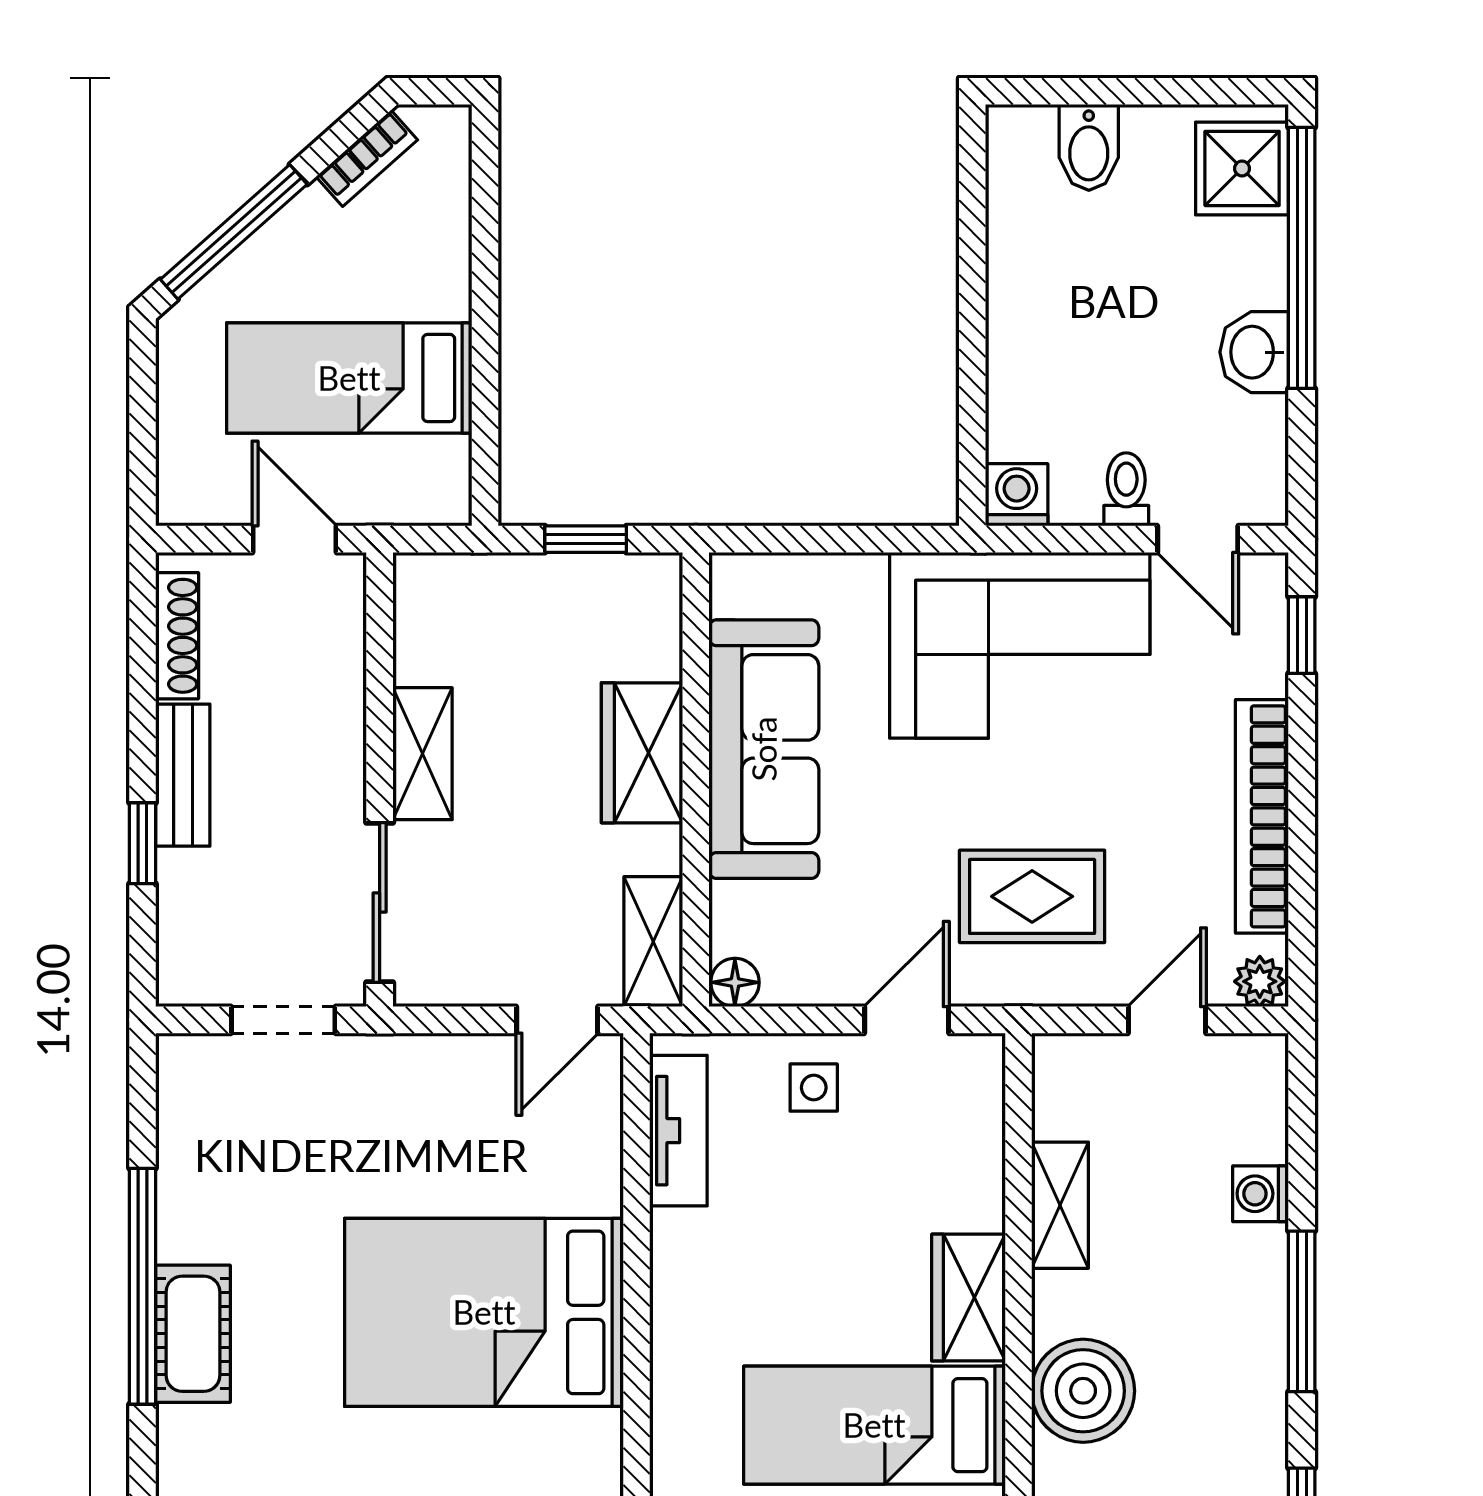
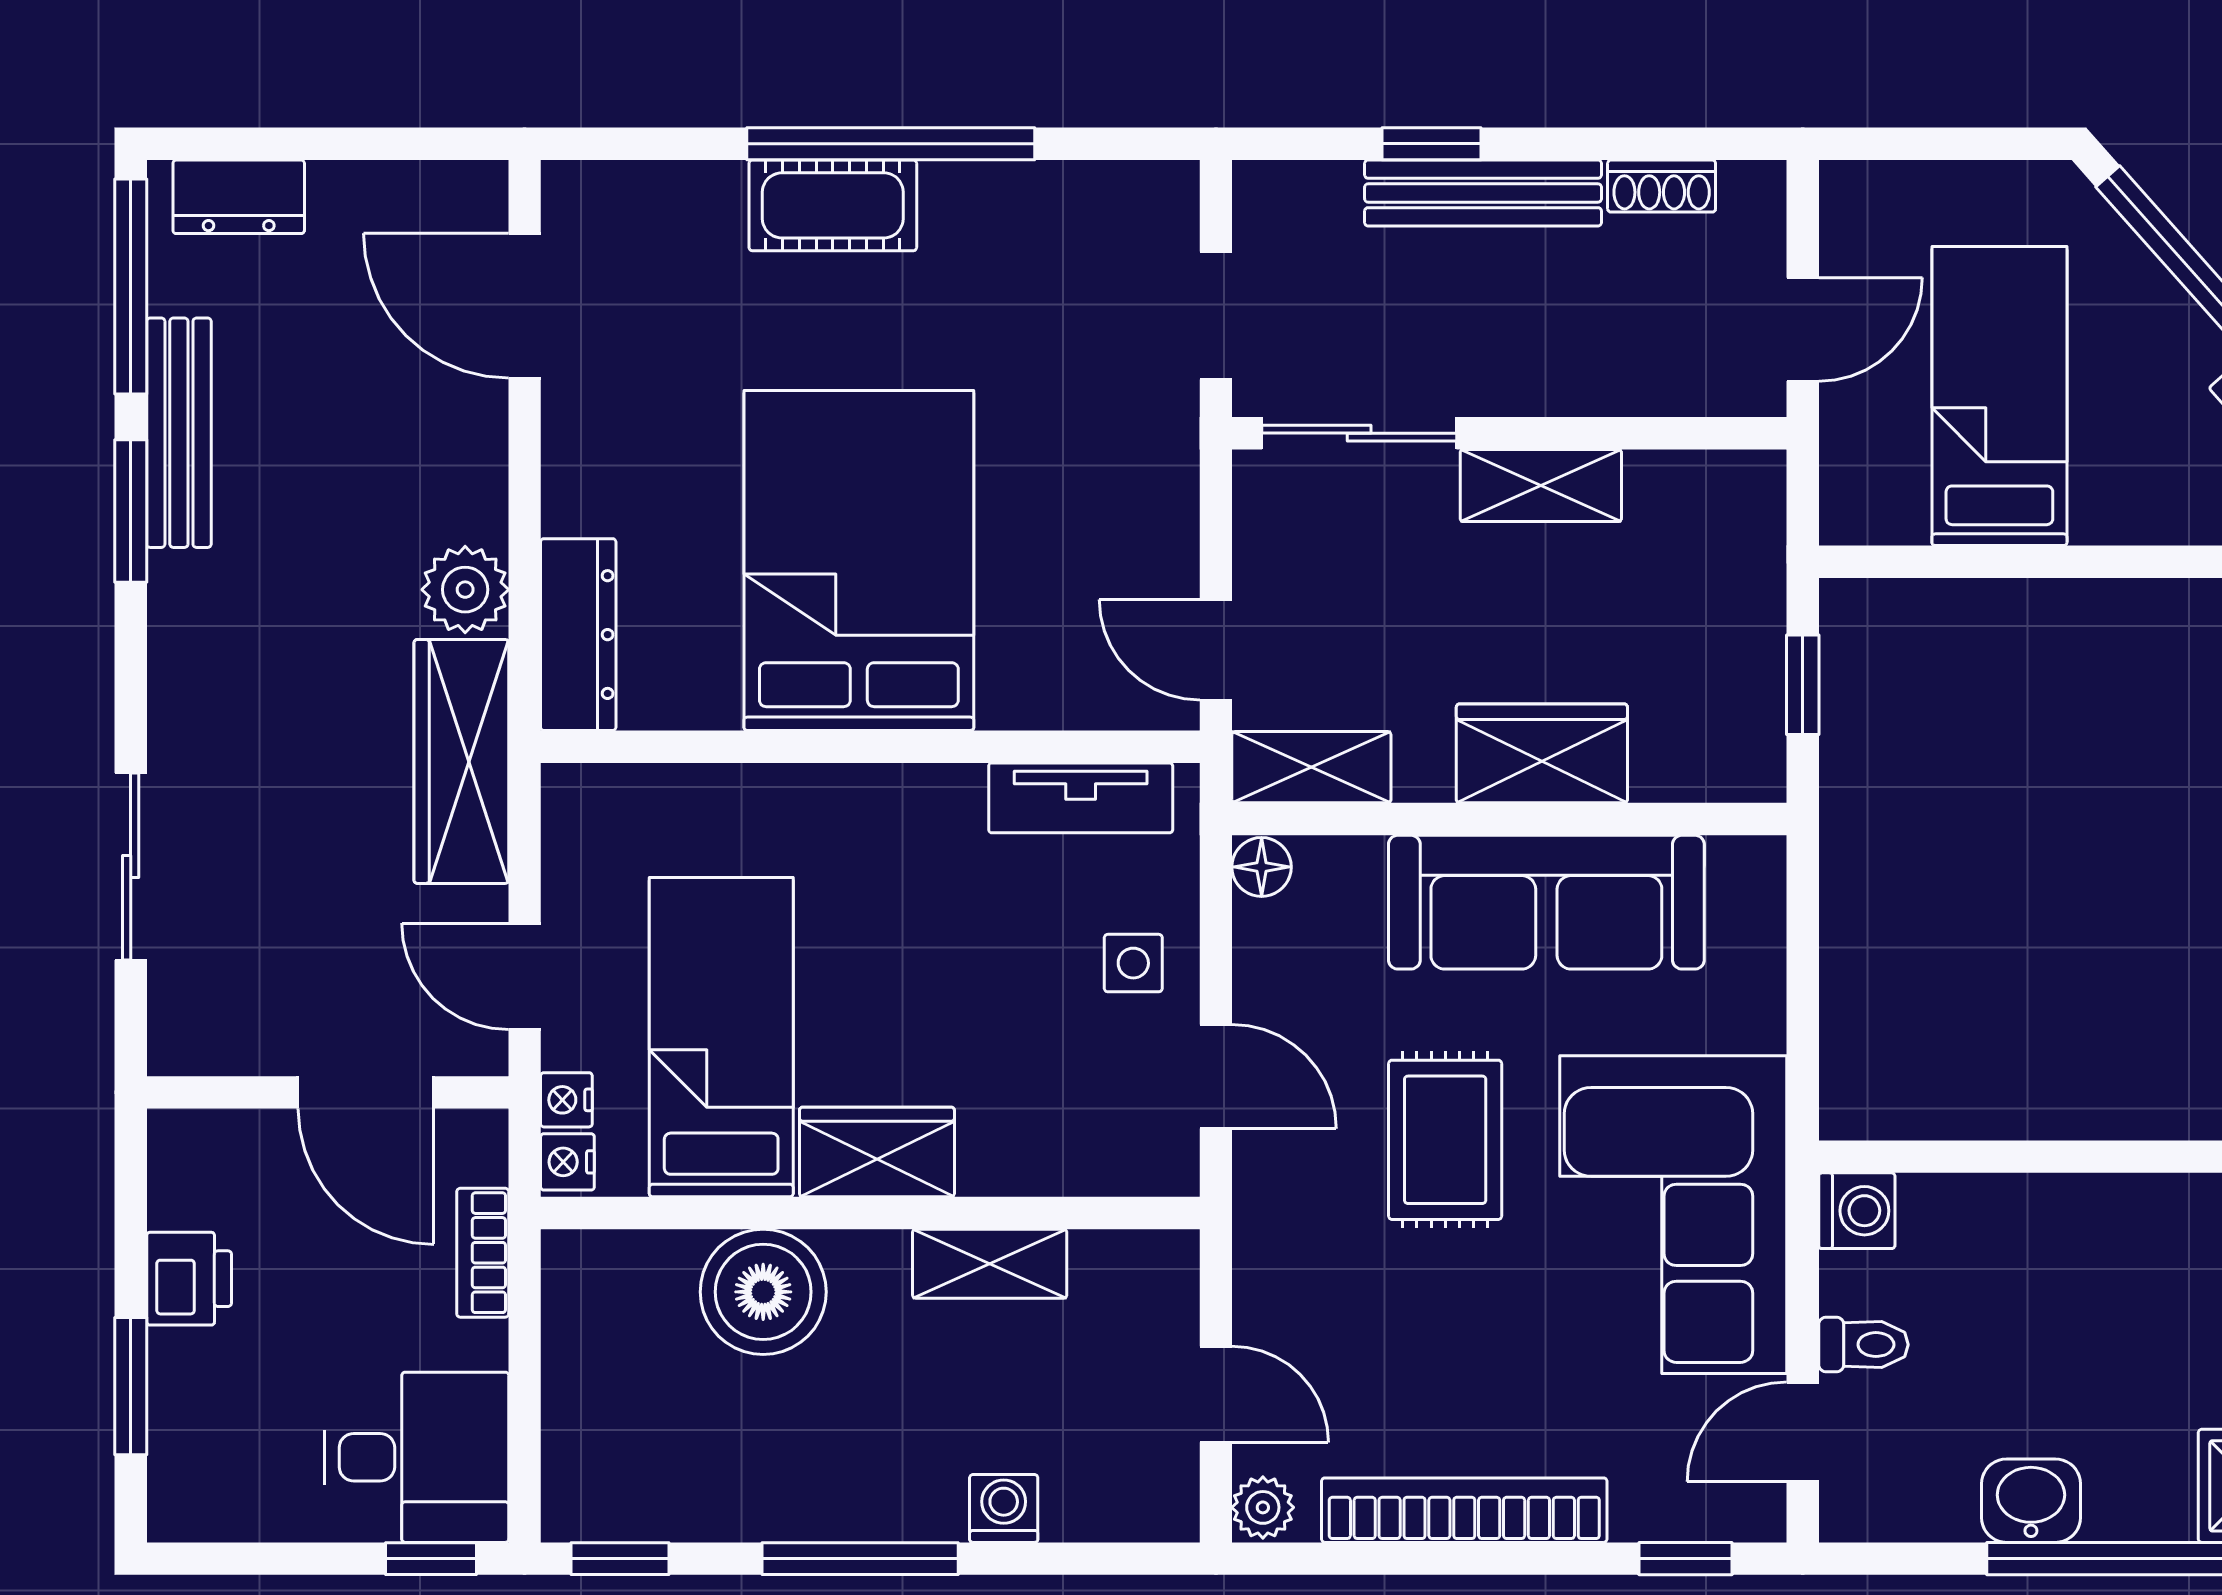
shoe rack: (177, 636) -> (1662, 186), width x0.70
bench: (183, 775) -> (1483, 193), width x1.36
rug: (1032, 896) -> (1445, 1140), moved

